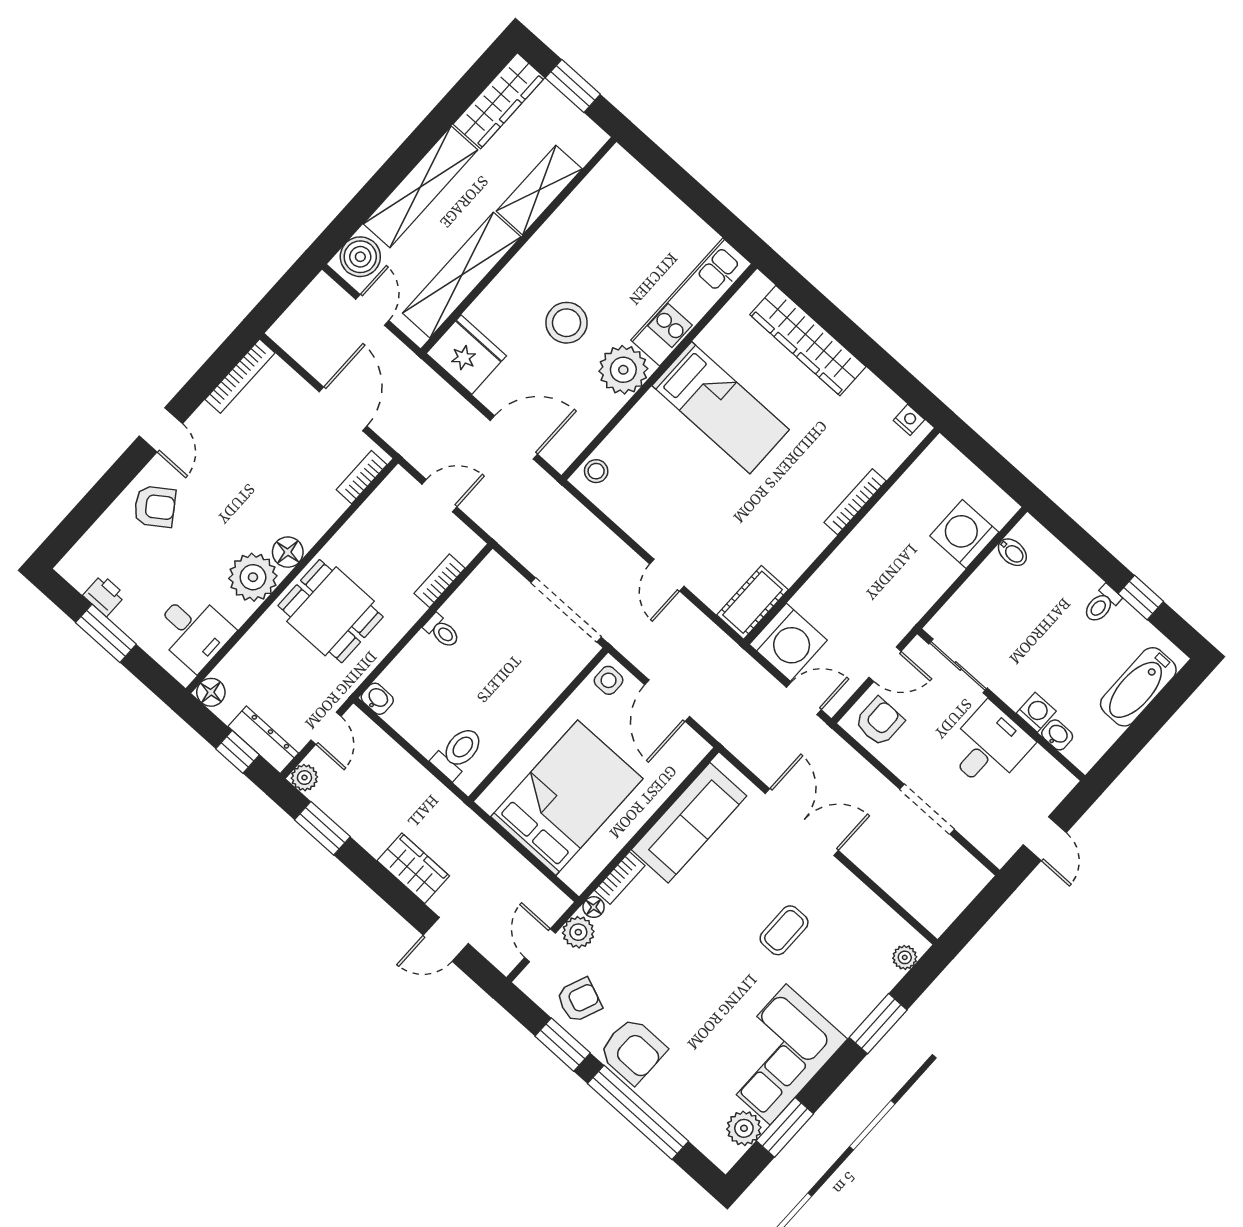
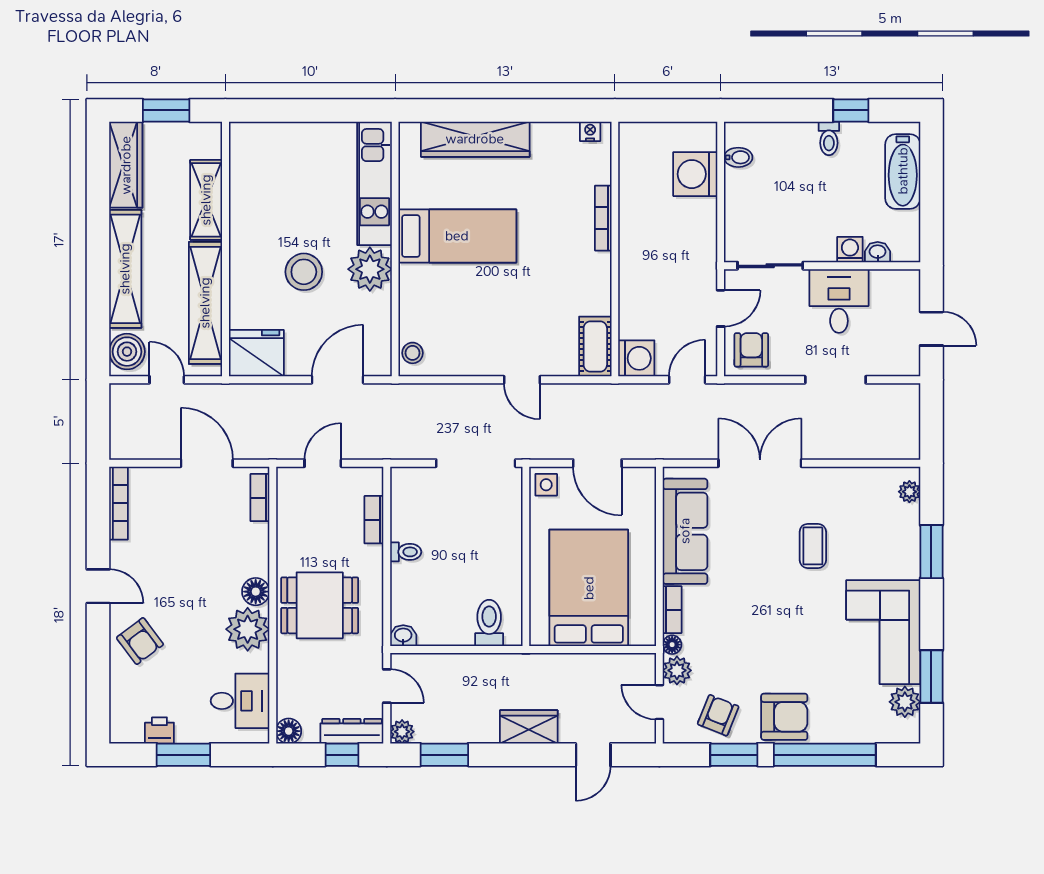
armchair: (155, 507) -> (140, 641), turned 88
washing machine: (788, 642) -> (636, 358), width x0.73, depth x0.73

